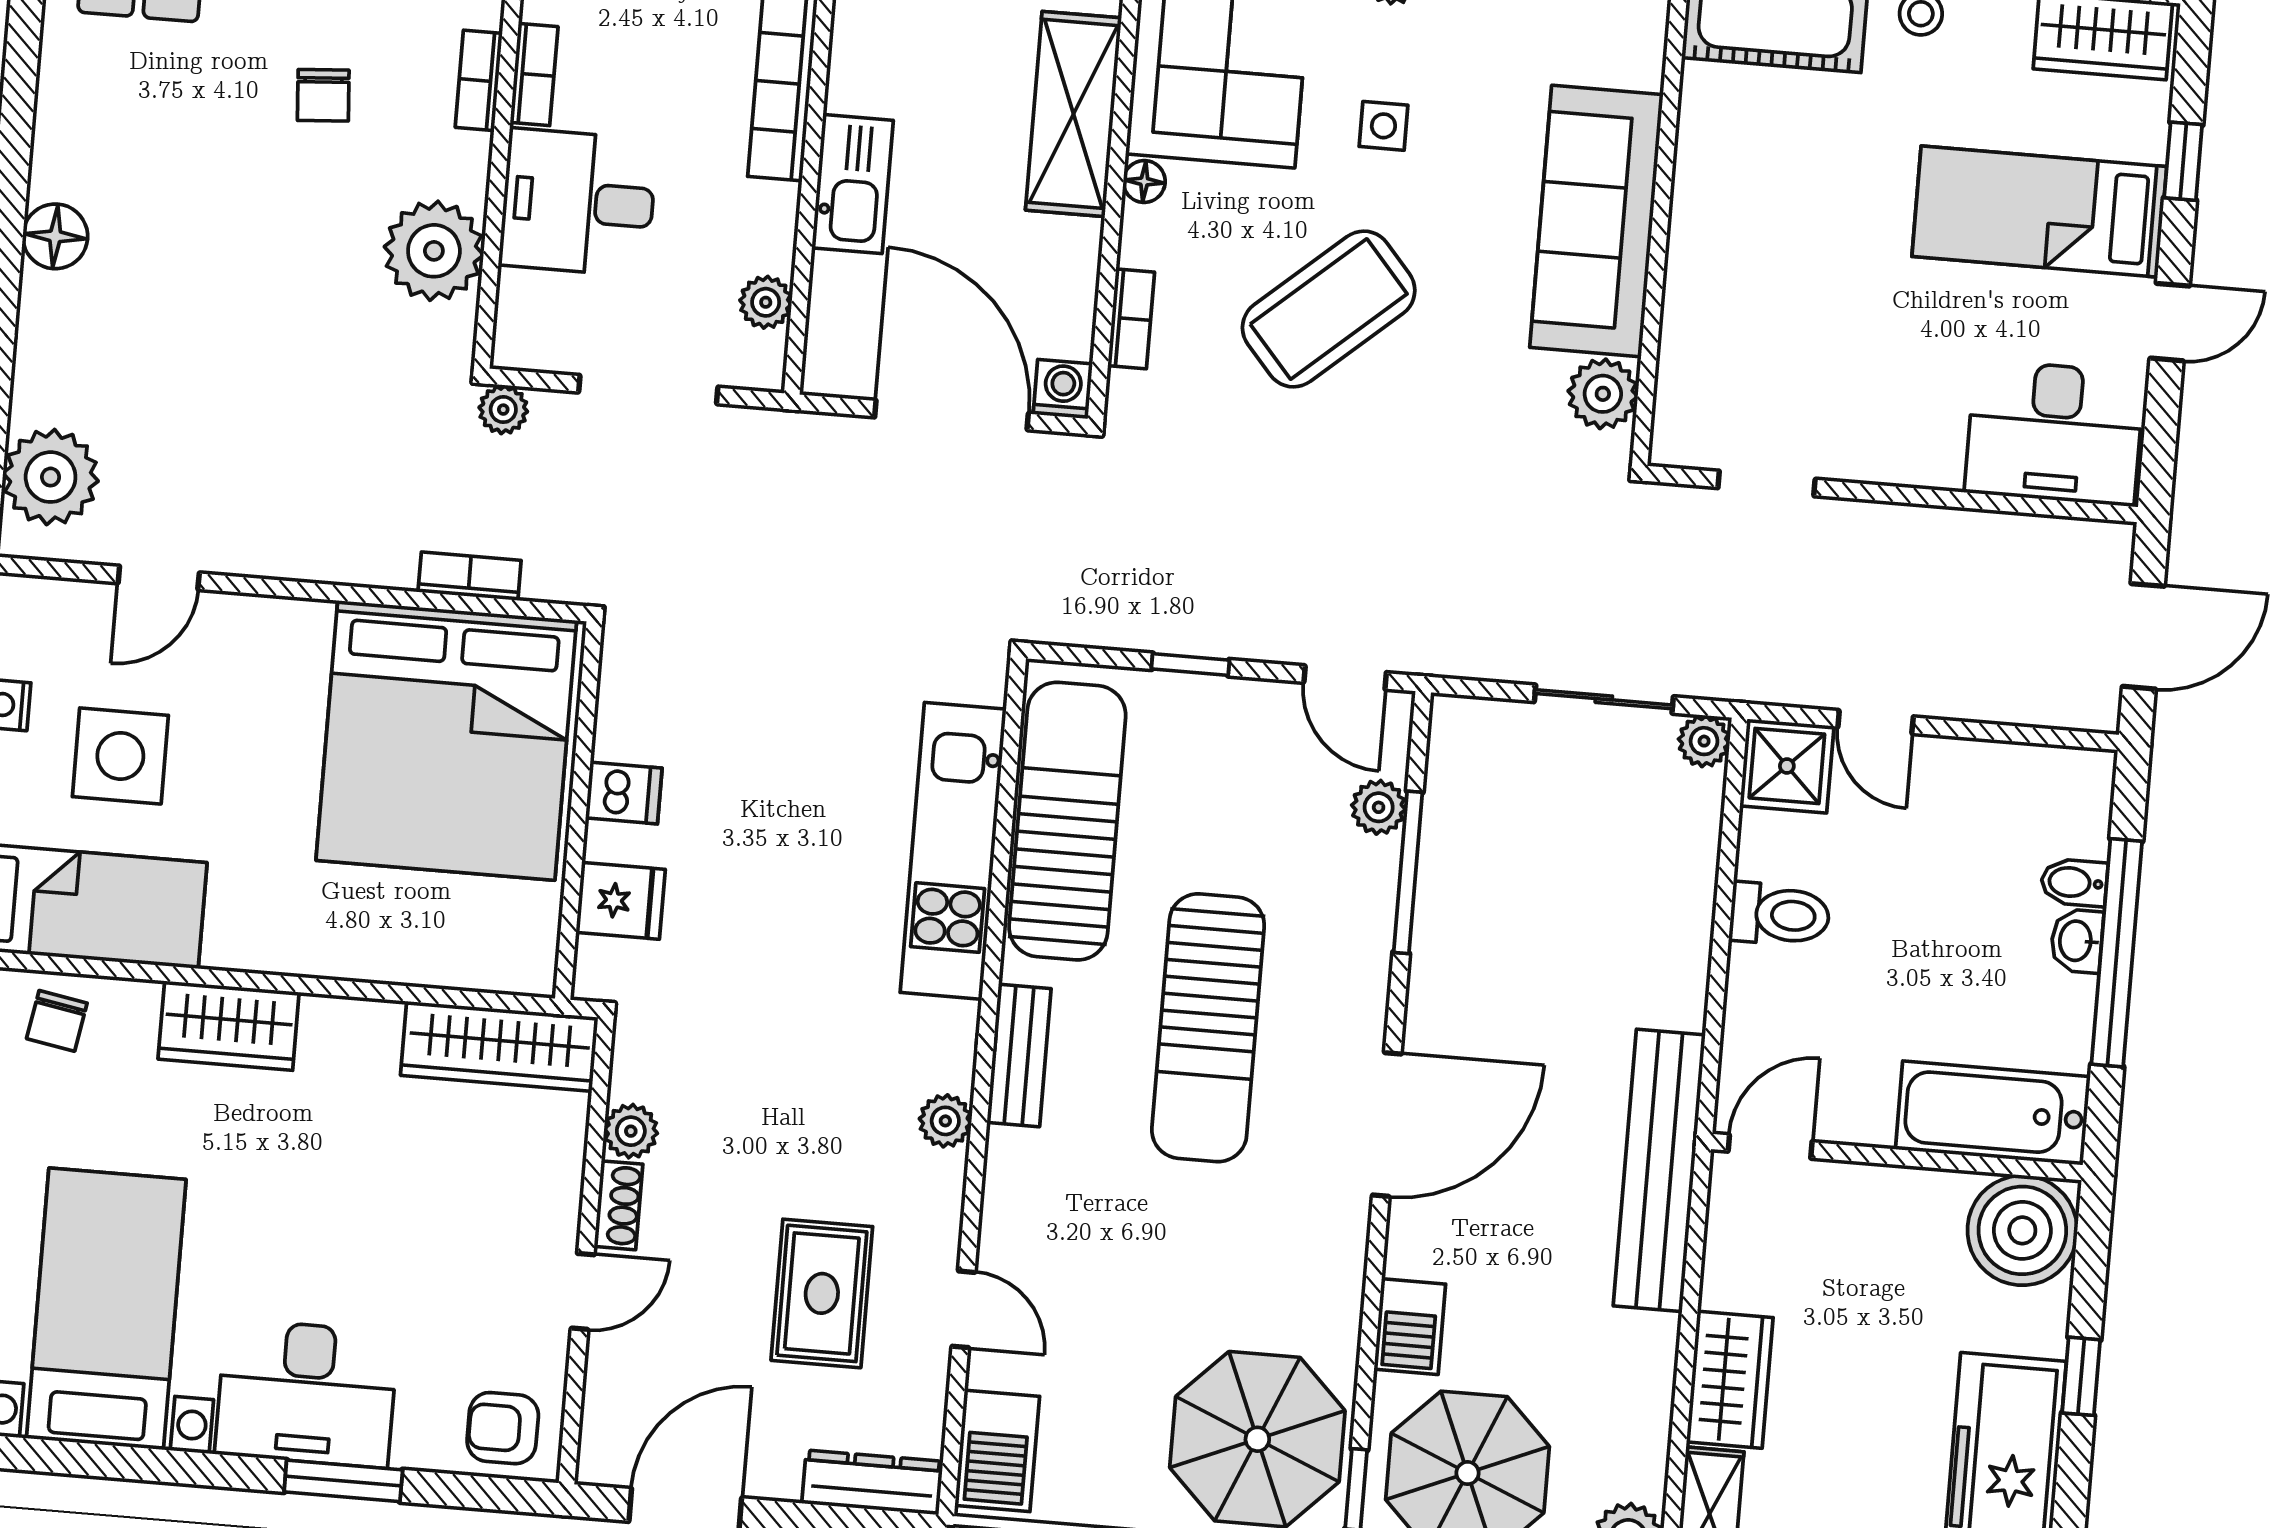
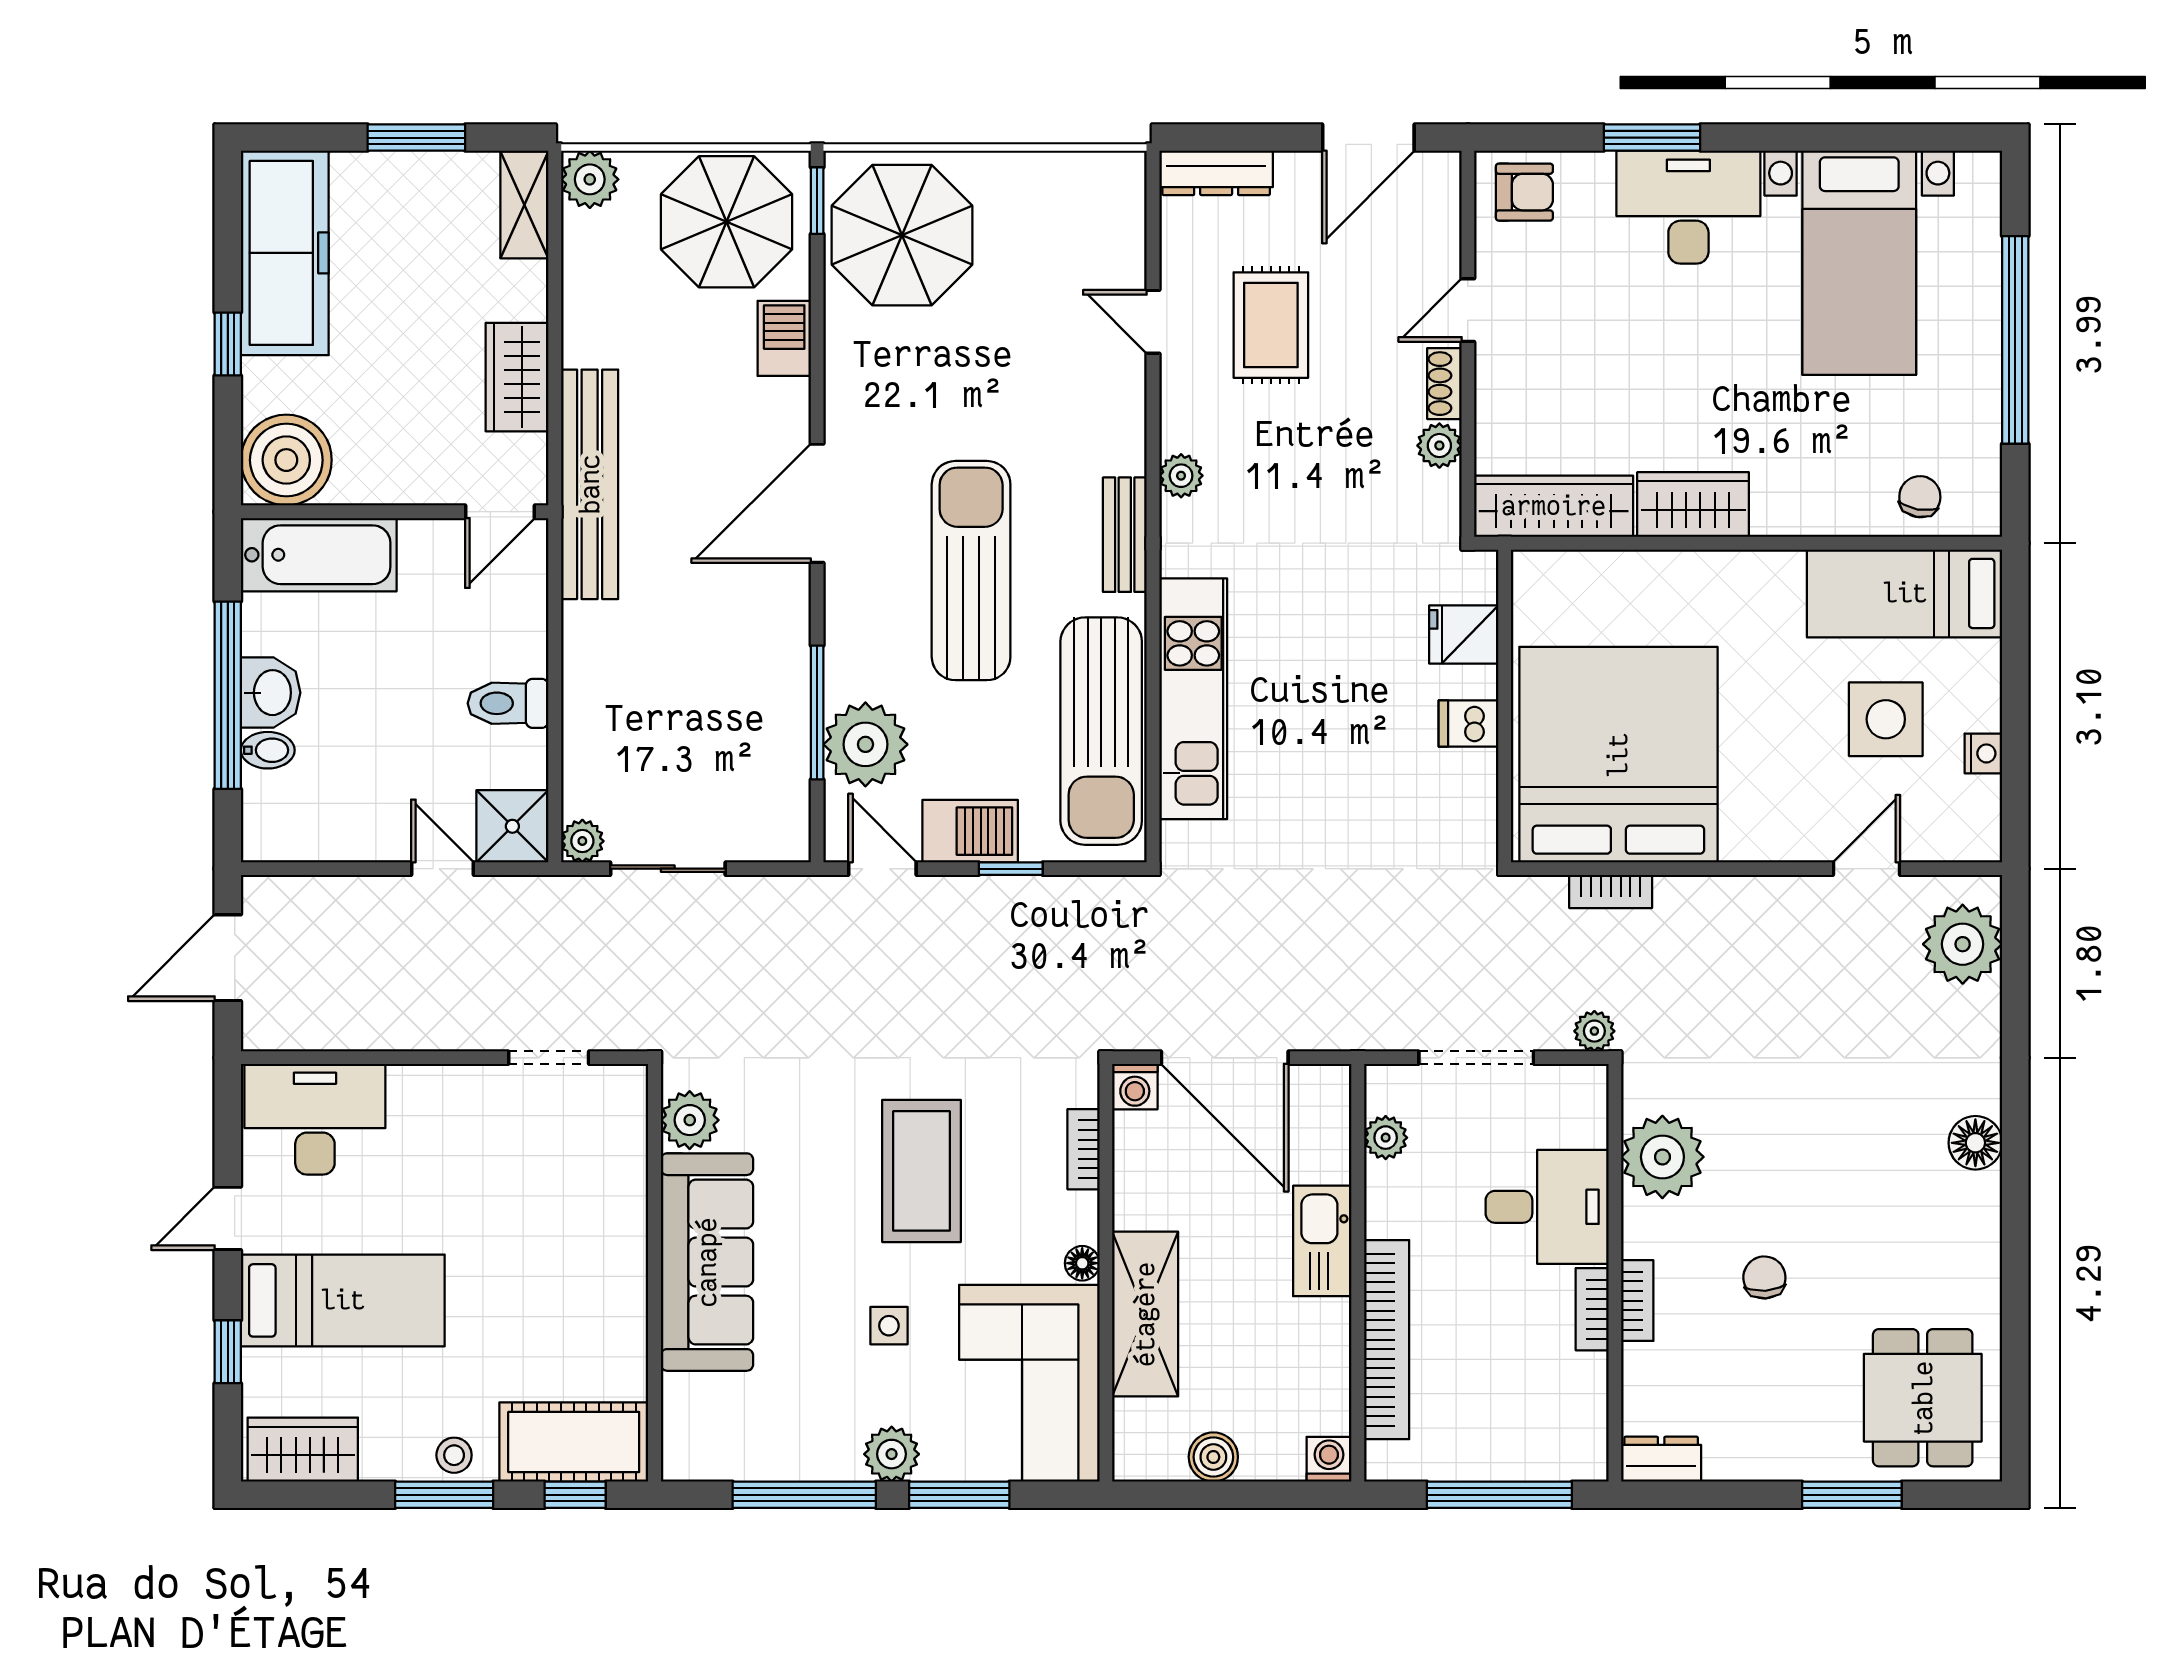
coffee table: (1329, 309) -> (921, 1171), turned -49
plant: (1379, 807) -> (865, 744), width x1.88, depth x1.88
washbasin: (2077, 941) -> (271, 693), width x1.38, depth x1.45
wardrobe: (229, 1026) -> (1693, 505), moved
wardrobe: (1730, 1380) -> (517, 377), moved
barbecue: (997, 1451) -> (970, 831), moved, turned 90

